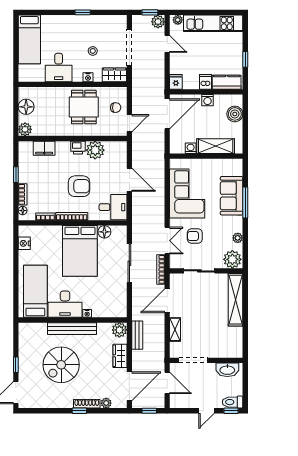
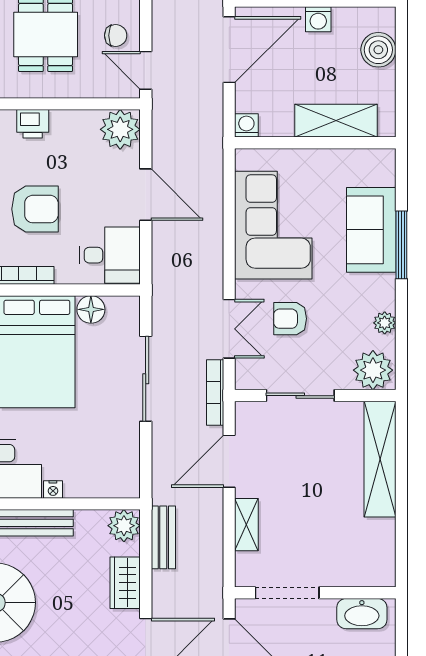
door: (129, 123) -> (146, 70), swing flipped
washing machine: (191, 148) -> (246, 125), moved
plant: (95, 150) -> (120, 129), moved

